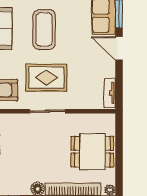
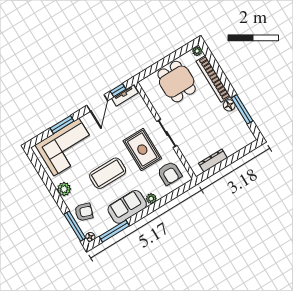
door: (119, 48) -> (97, 103), moved
window: (119, 89) -> (118, 90), added

